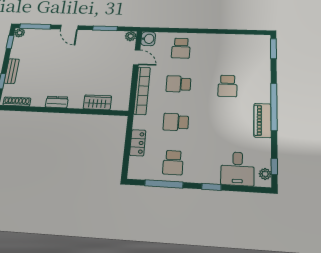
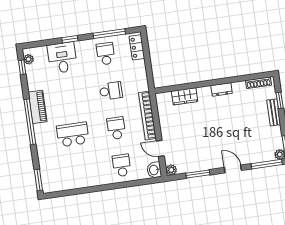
school desk: (178, 84) -> (116, 128), turned -90
school desk: (228, 86) -> (73, 134), width x1.85
locker: (138, 143) -> (137, 47), moved
desk: (237, 169) -> (62, 58), moved

